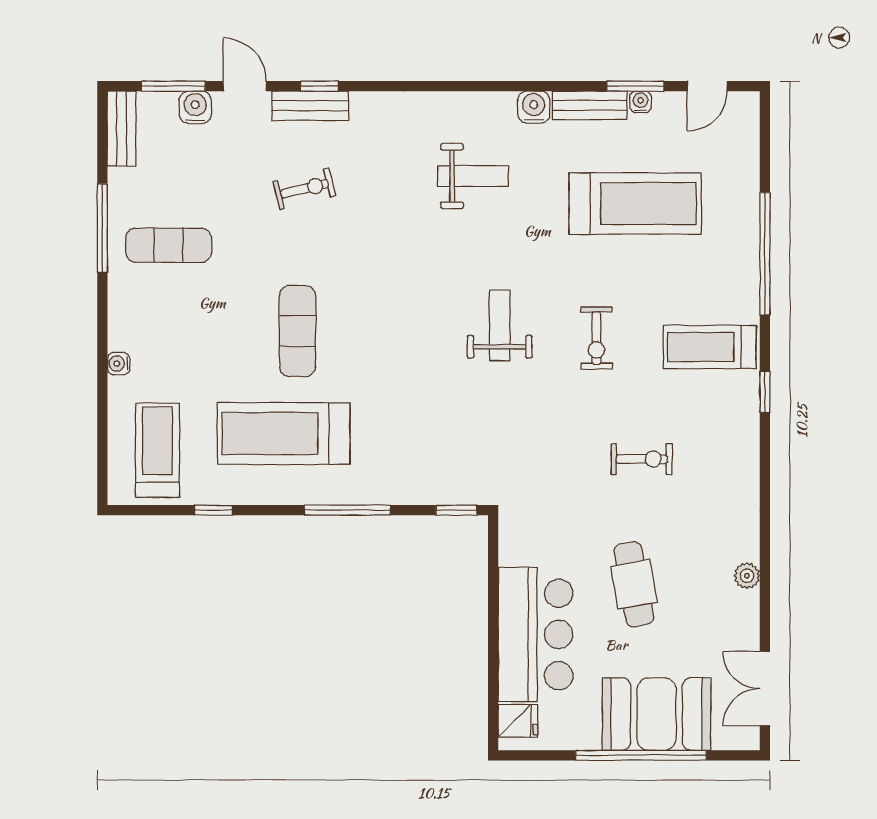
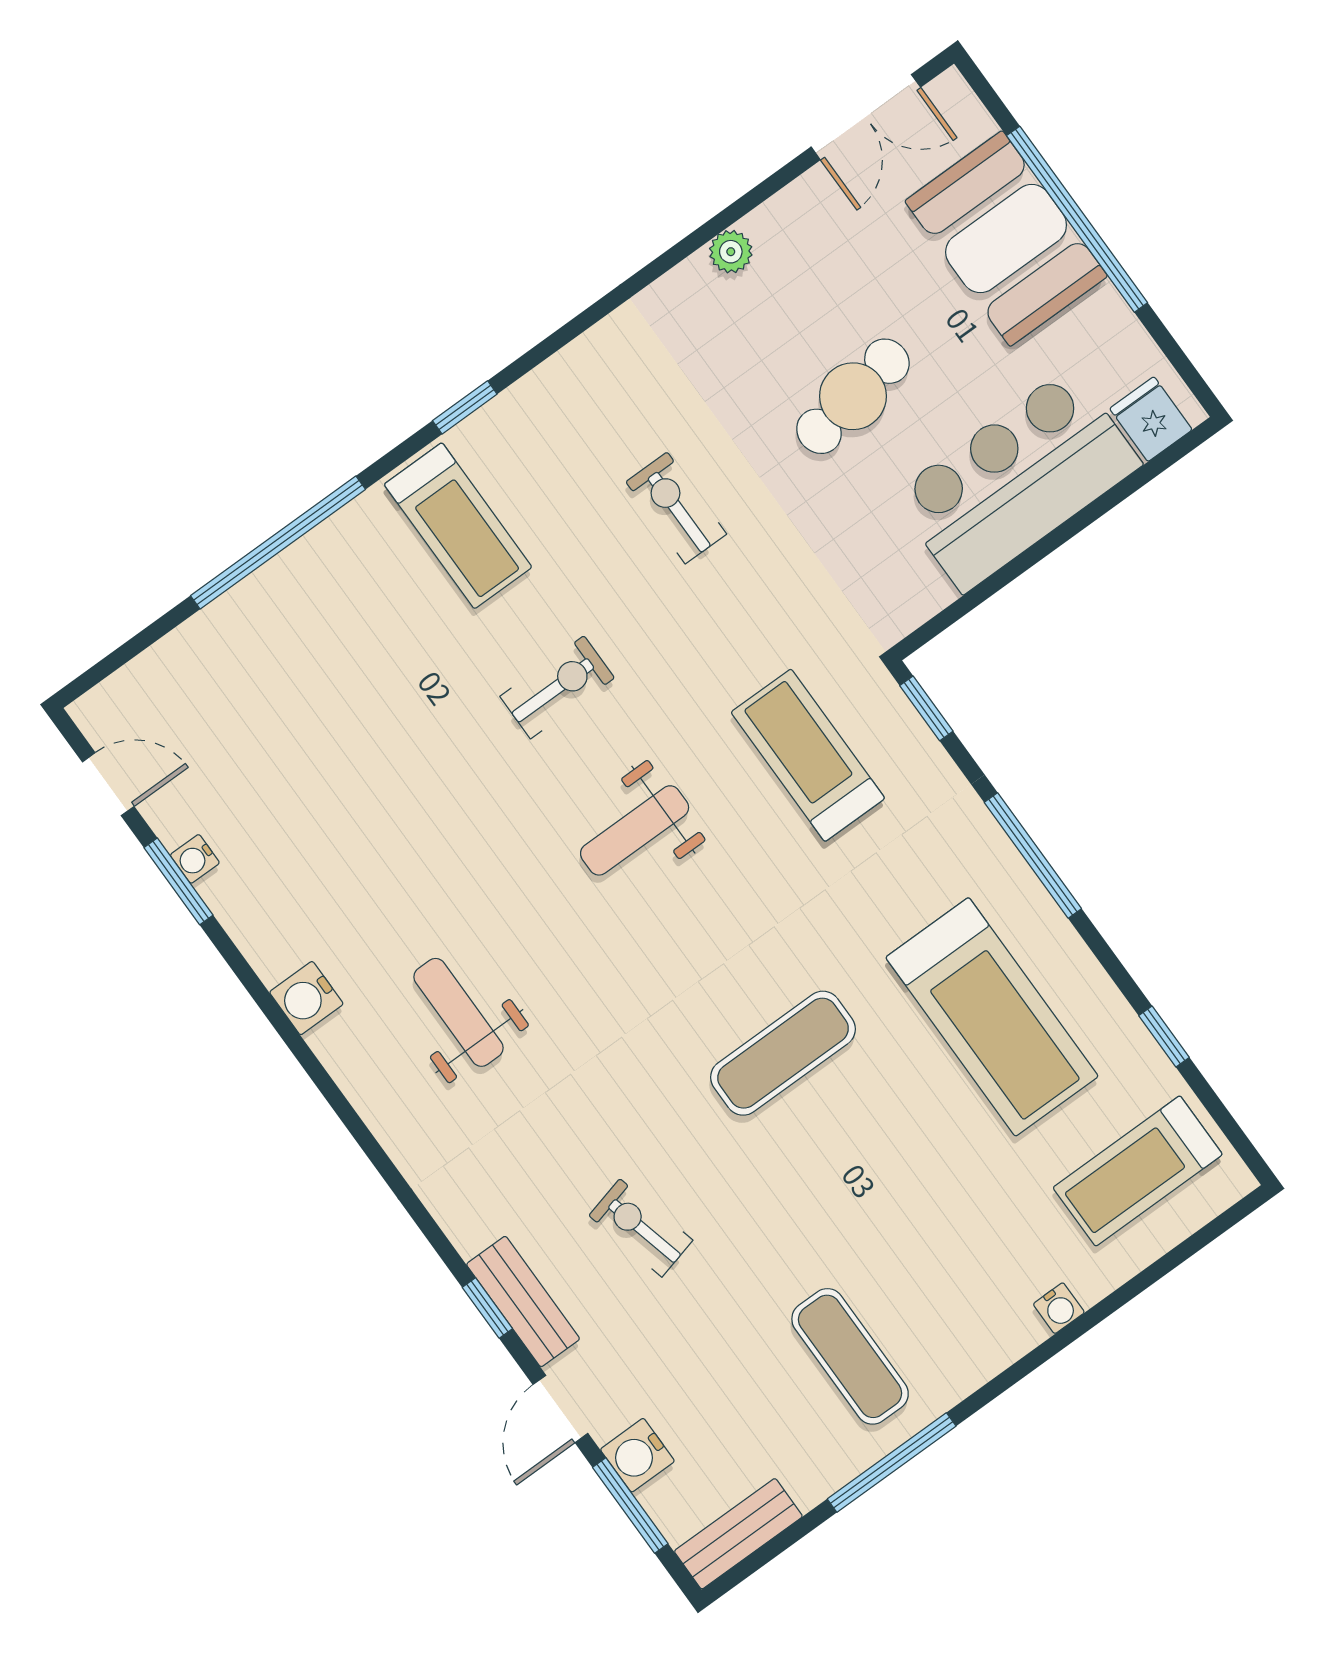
bench: (590, 105) -> (249, 924), removed
treadmill: (635, 204) -> (808, 755), moved, width x0.73, depth x0.73
exercise mat: (298, 331) -> (783, 1053), moved

